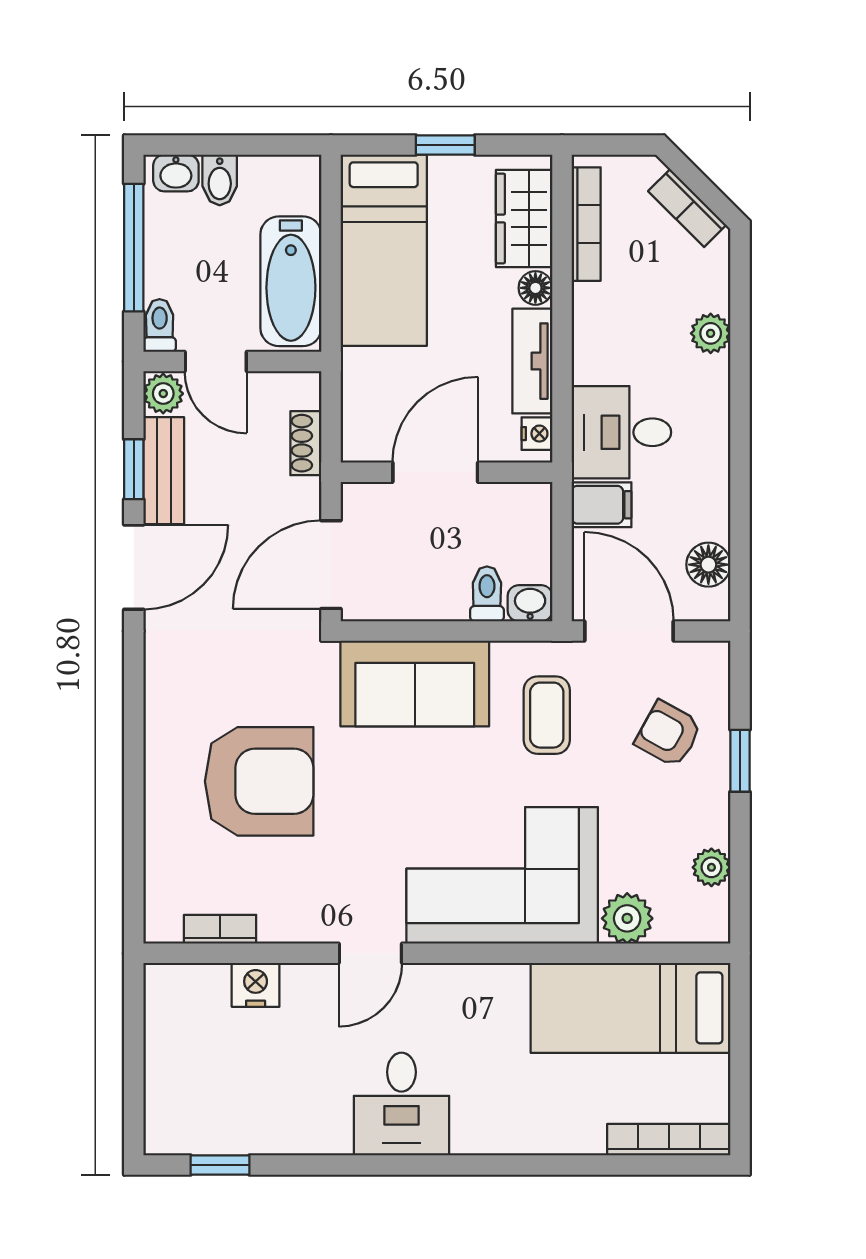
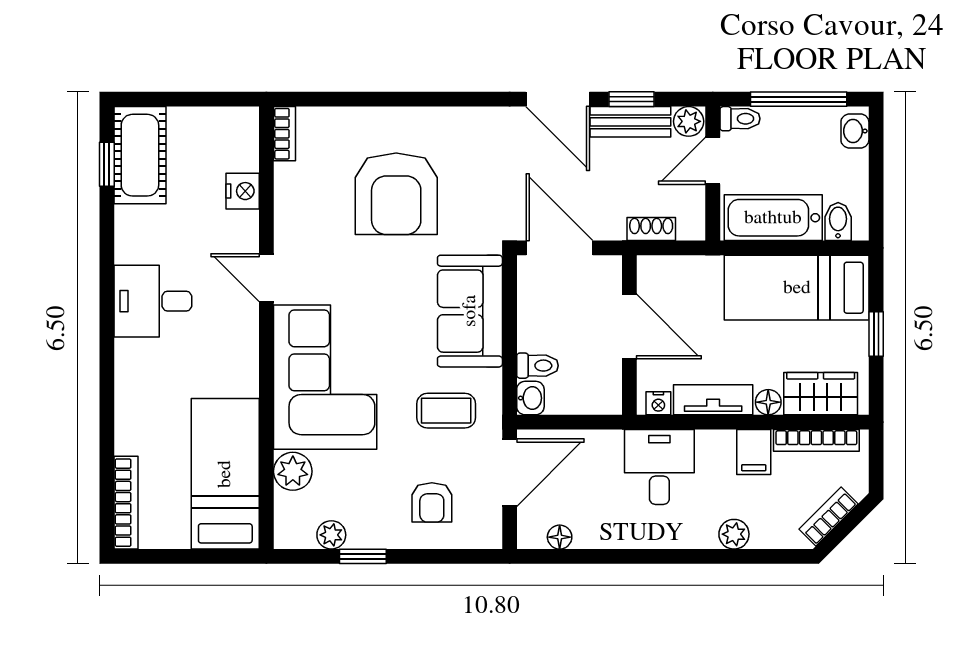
bidet: (220, 180) -> (838, 222), moved, turned 90
filing cabinet: (602, 505) -> (754, 452), moved
floor lamp: (708, 565) -> (560, 537), width x0.73, depth x0.73
armchair: (668, 734) -> (432, 502), turned 151
window: (740, 761) -> (363, 556), moved
bookcase: (220, 929) -> (285, 134), moved
cot: (208, 1121) -> (140, 155), added

